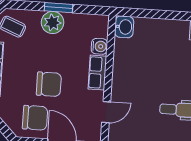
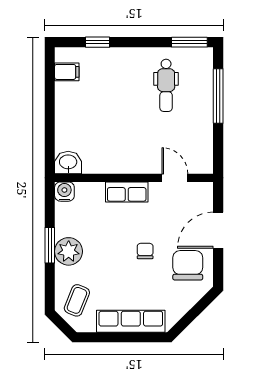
water cooler: (99, 46) -> (64, 192), moved
chair: (49, 84) -> (145, 251), width x0.54, depth x0.54

